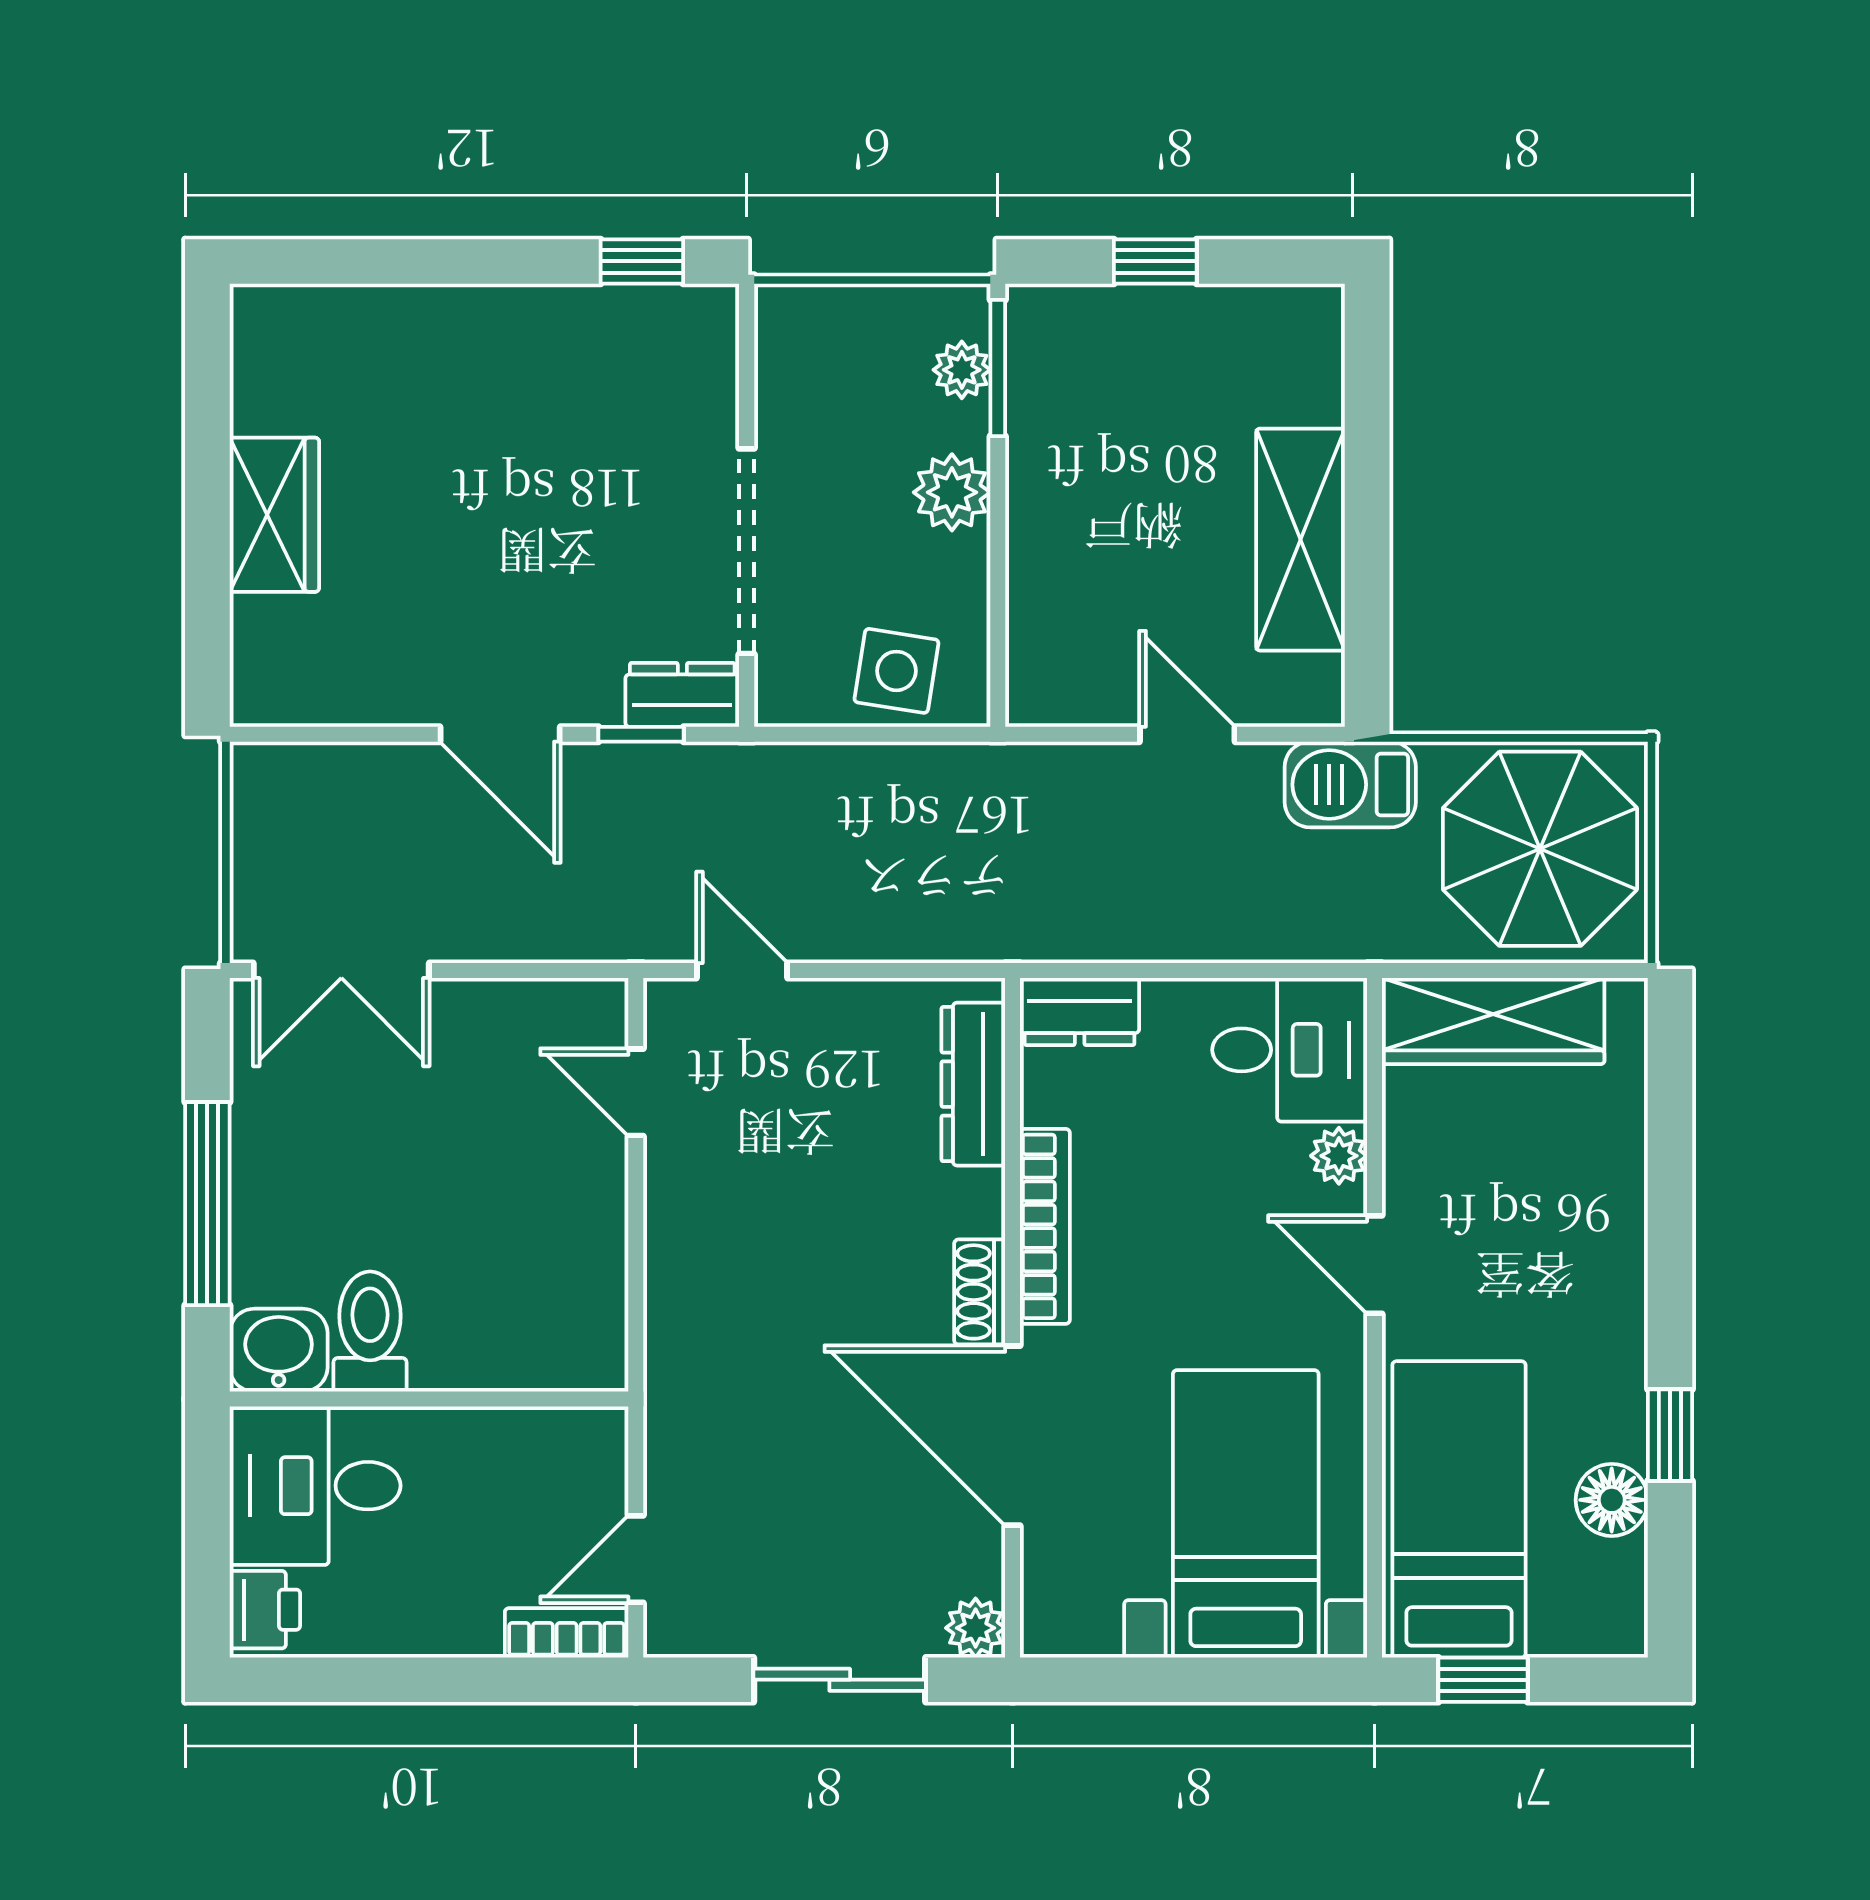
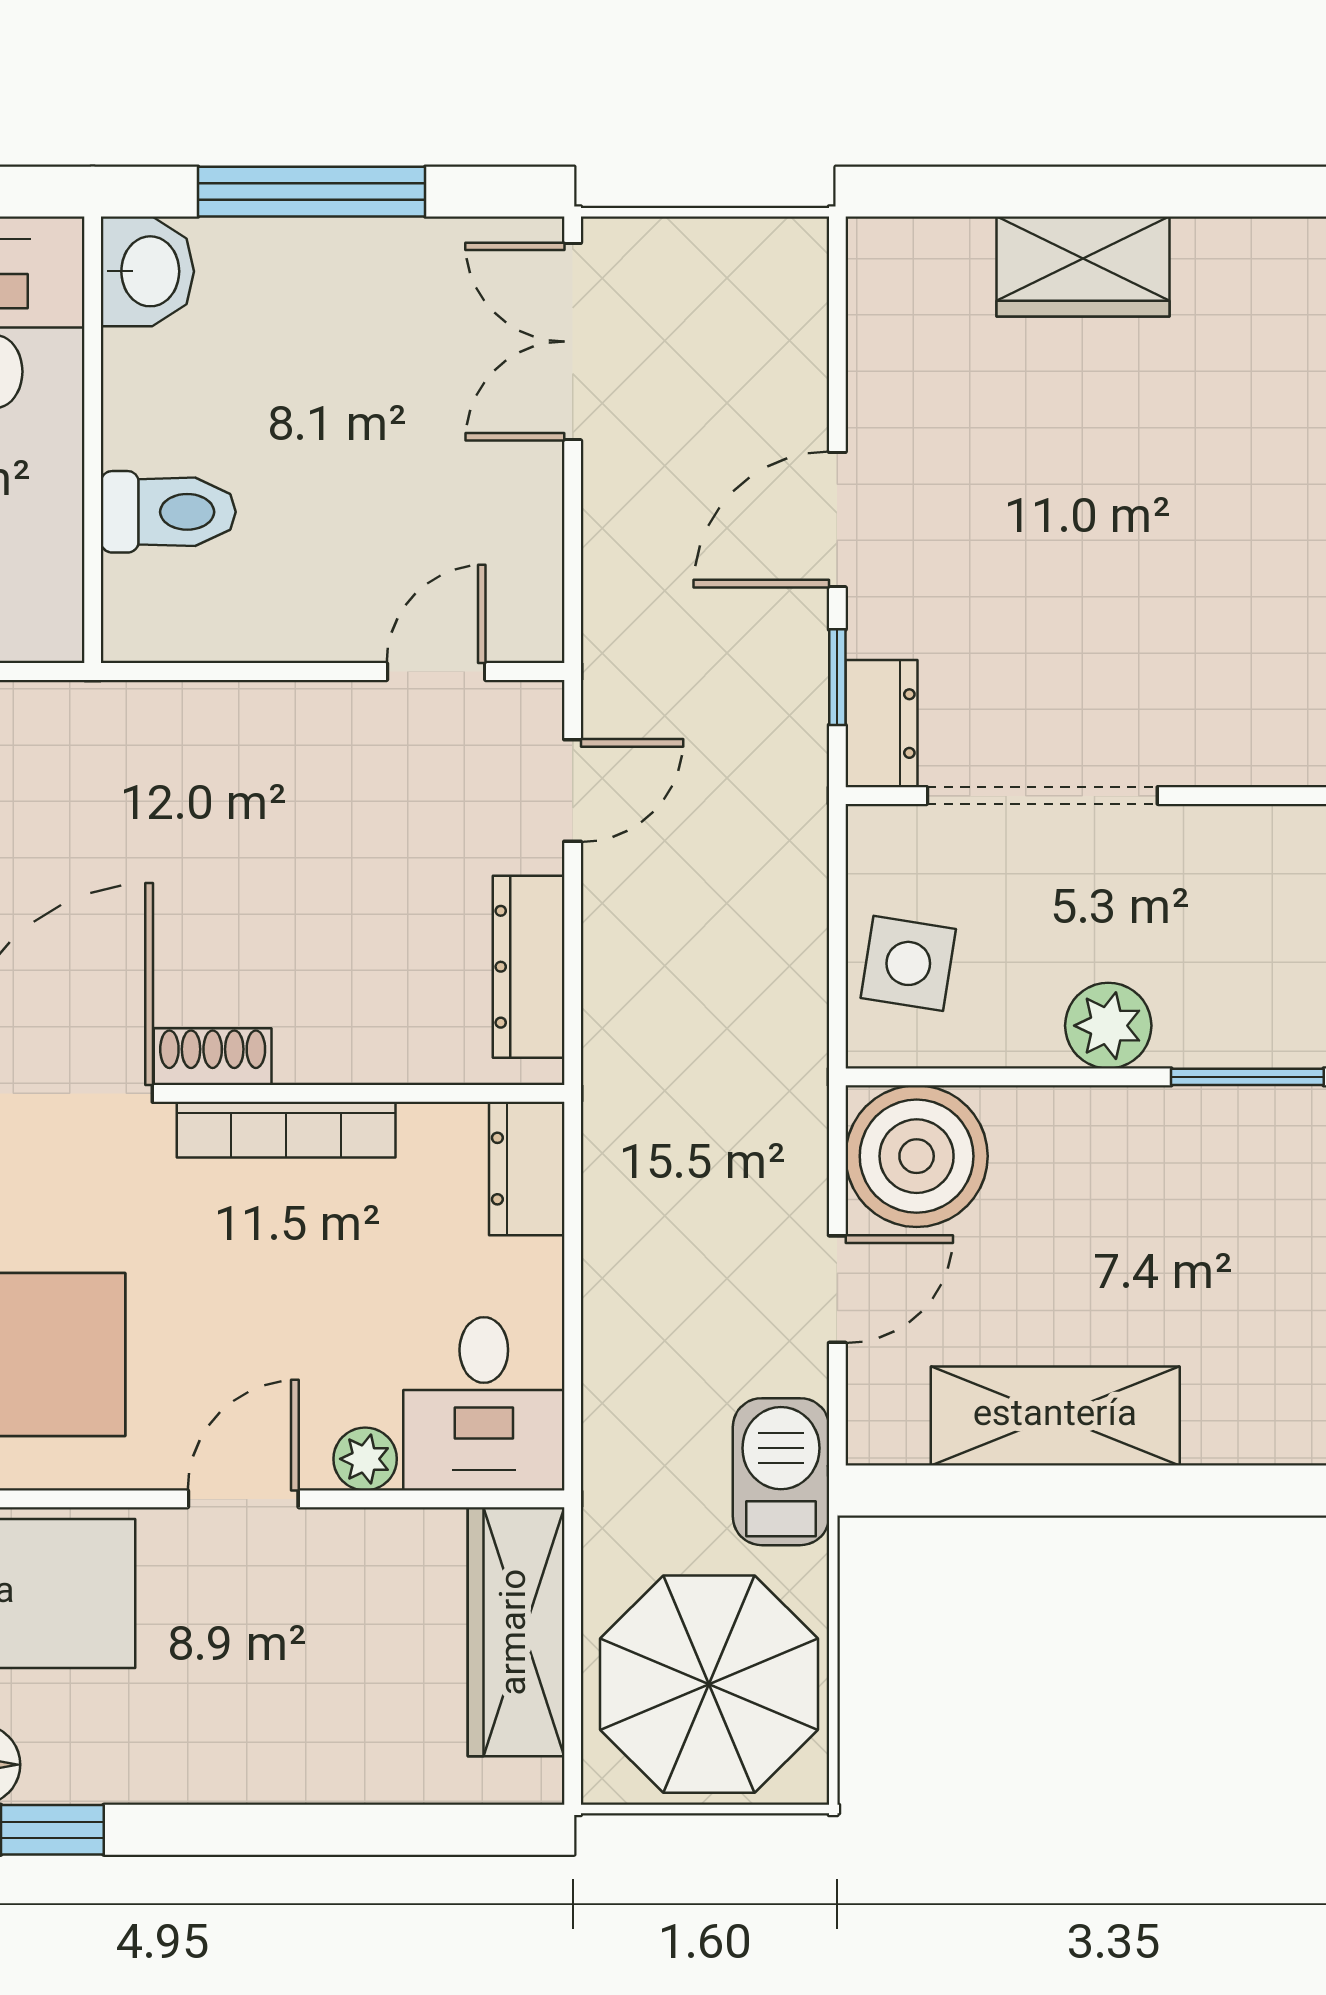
plant: (962, 370) -> (1245, 1037), removed
boiler: (1069, 663) -> (917, 1156), added
dresser: (973, 1084) -> (529, 967), moved, turned -90
toilet: (370, 1332) -> (168, 512), moved

